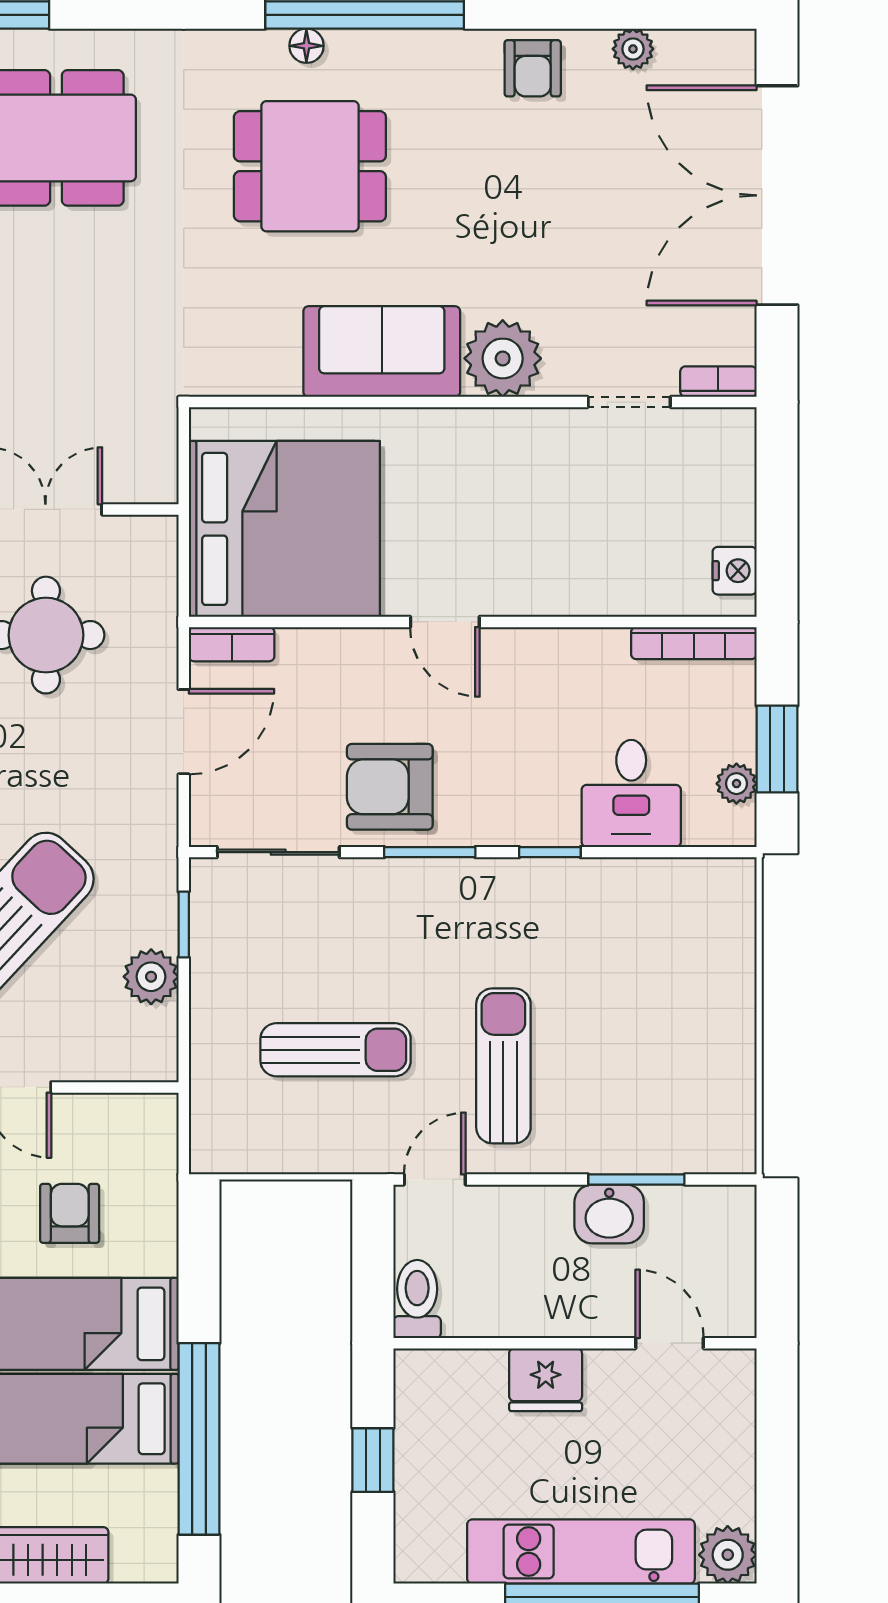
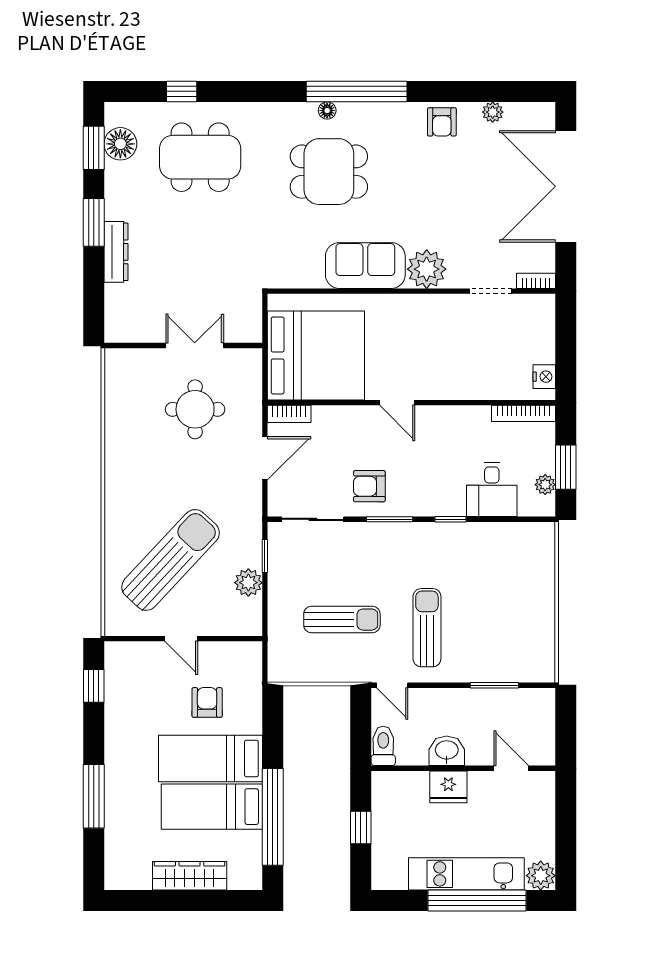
armchair: (390, 787) -> (369, 486), width x0.72, depth x0.72
door: (435, 1179) -> (392, 685), swing flipped
washbasin: (609, 1214) -> (447, 751), moved, turned 180

